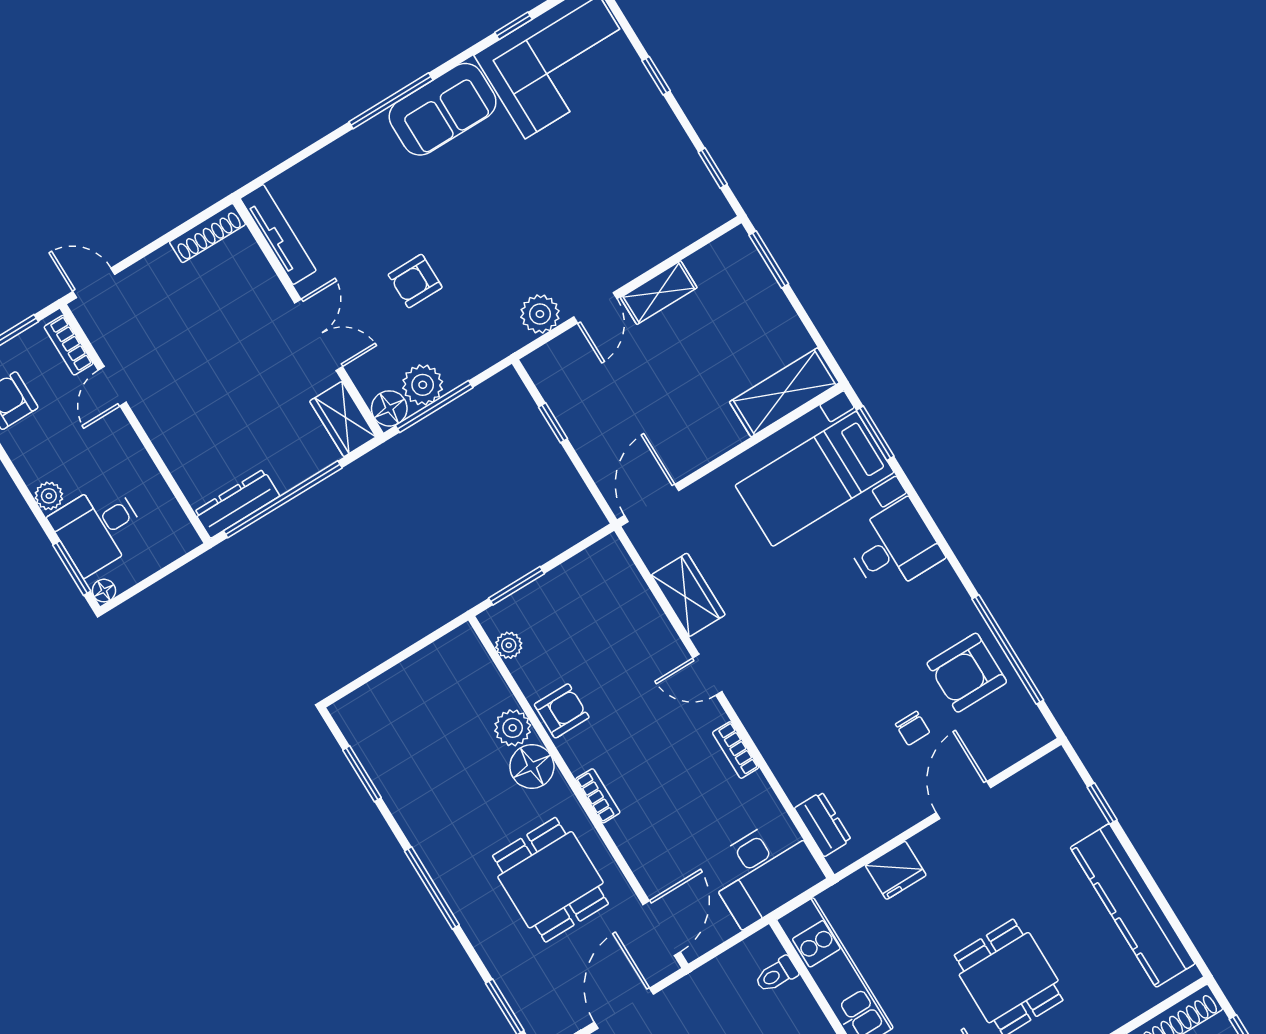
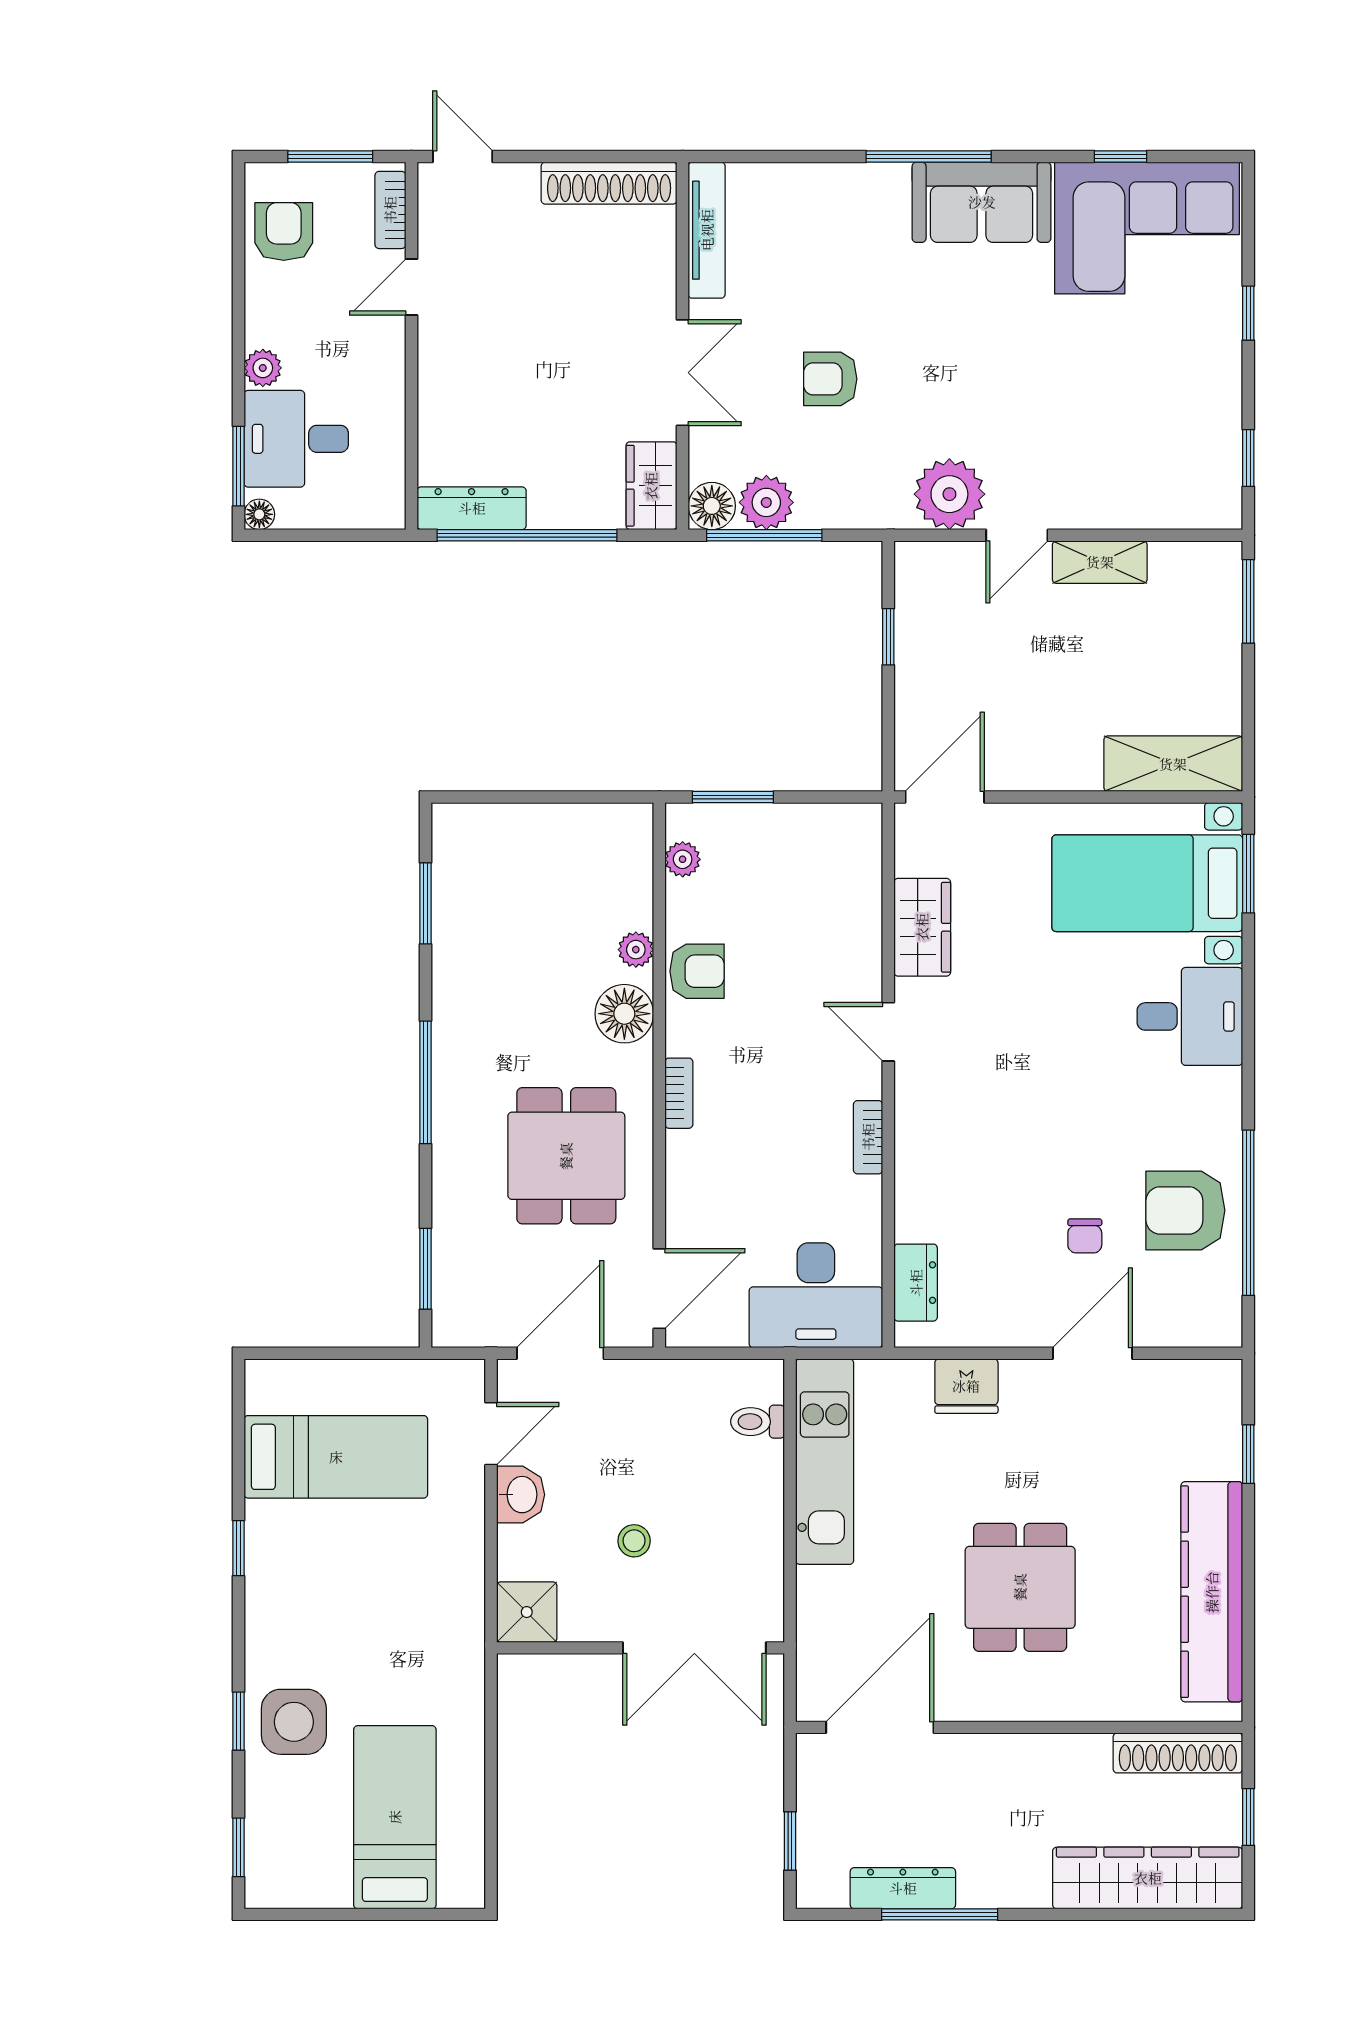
shoe rack: (207, 233) -> (609, 183), width x1.36, depth x1.24
plant: (540, 314) -> (949, 494), width x1.36, depth x1.36
plant: (513, 728) -> (636, 950), width x0.73, depth x0.73

